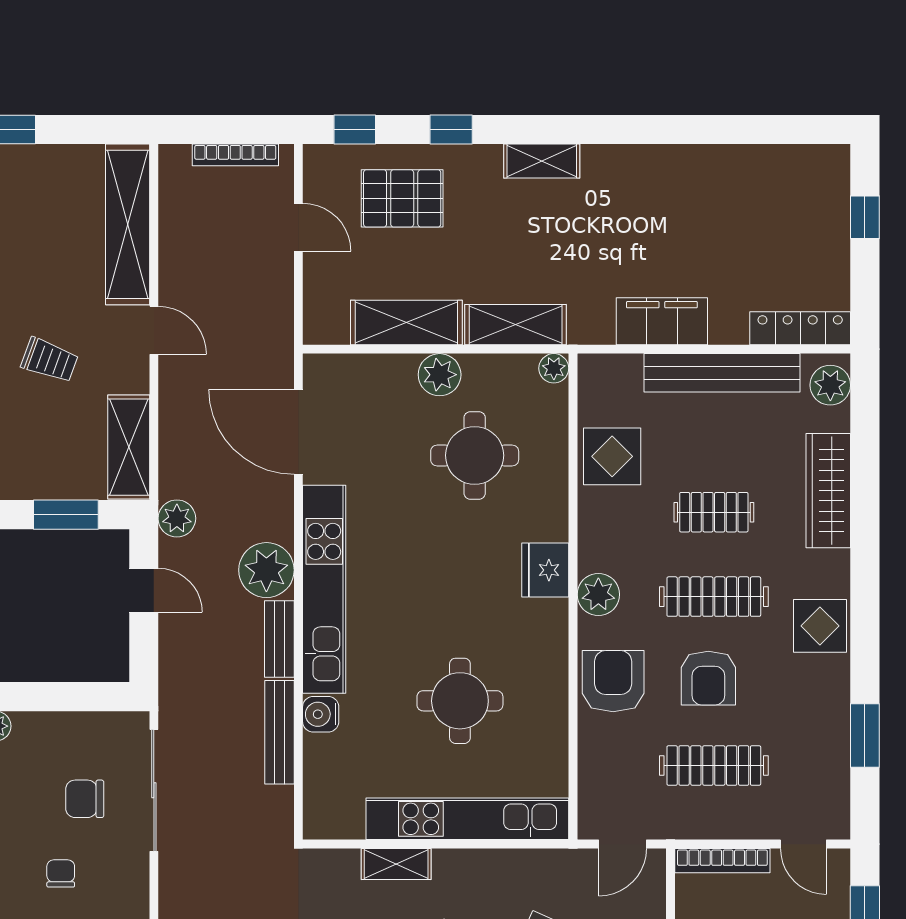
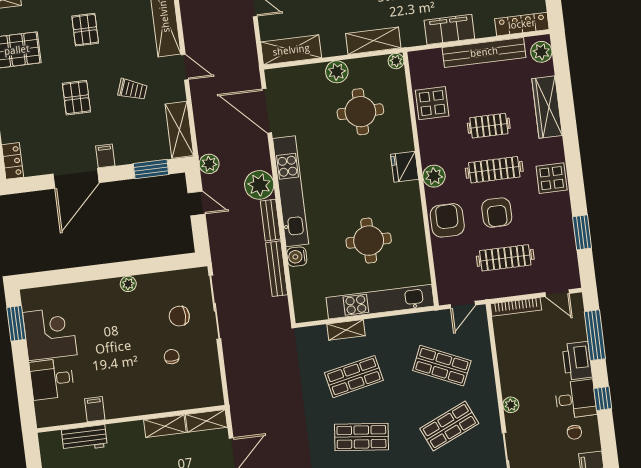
shelving: (406, 323) -> (291, 50), moved

